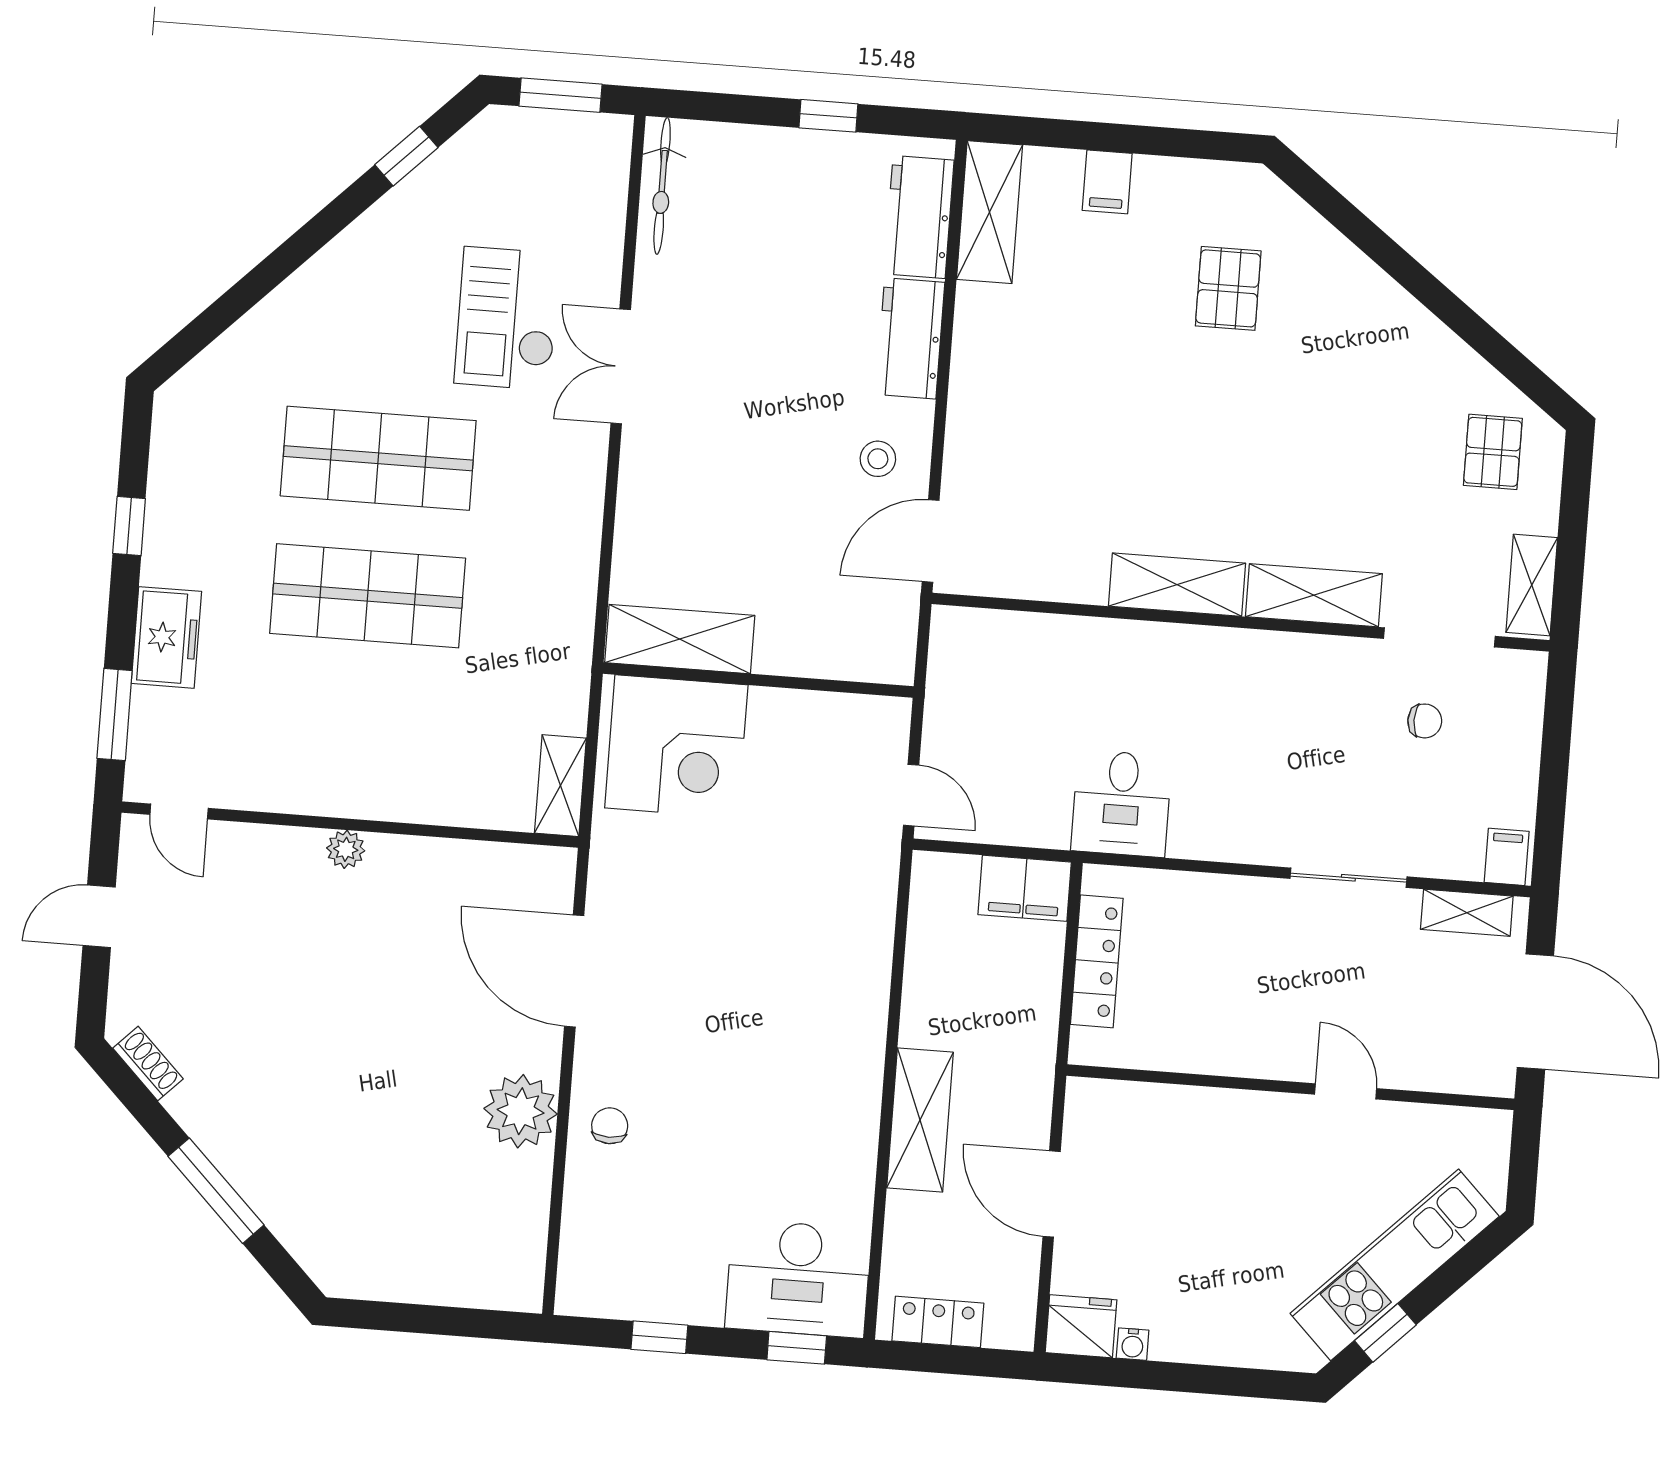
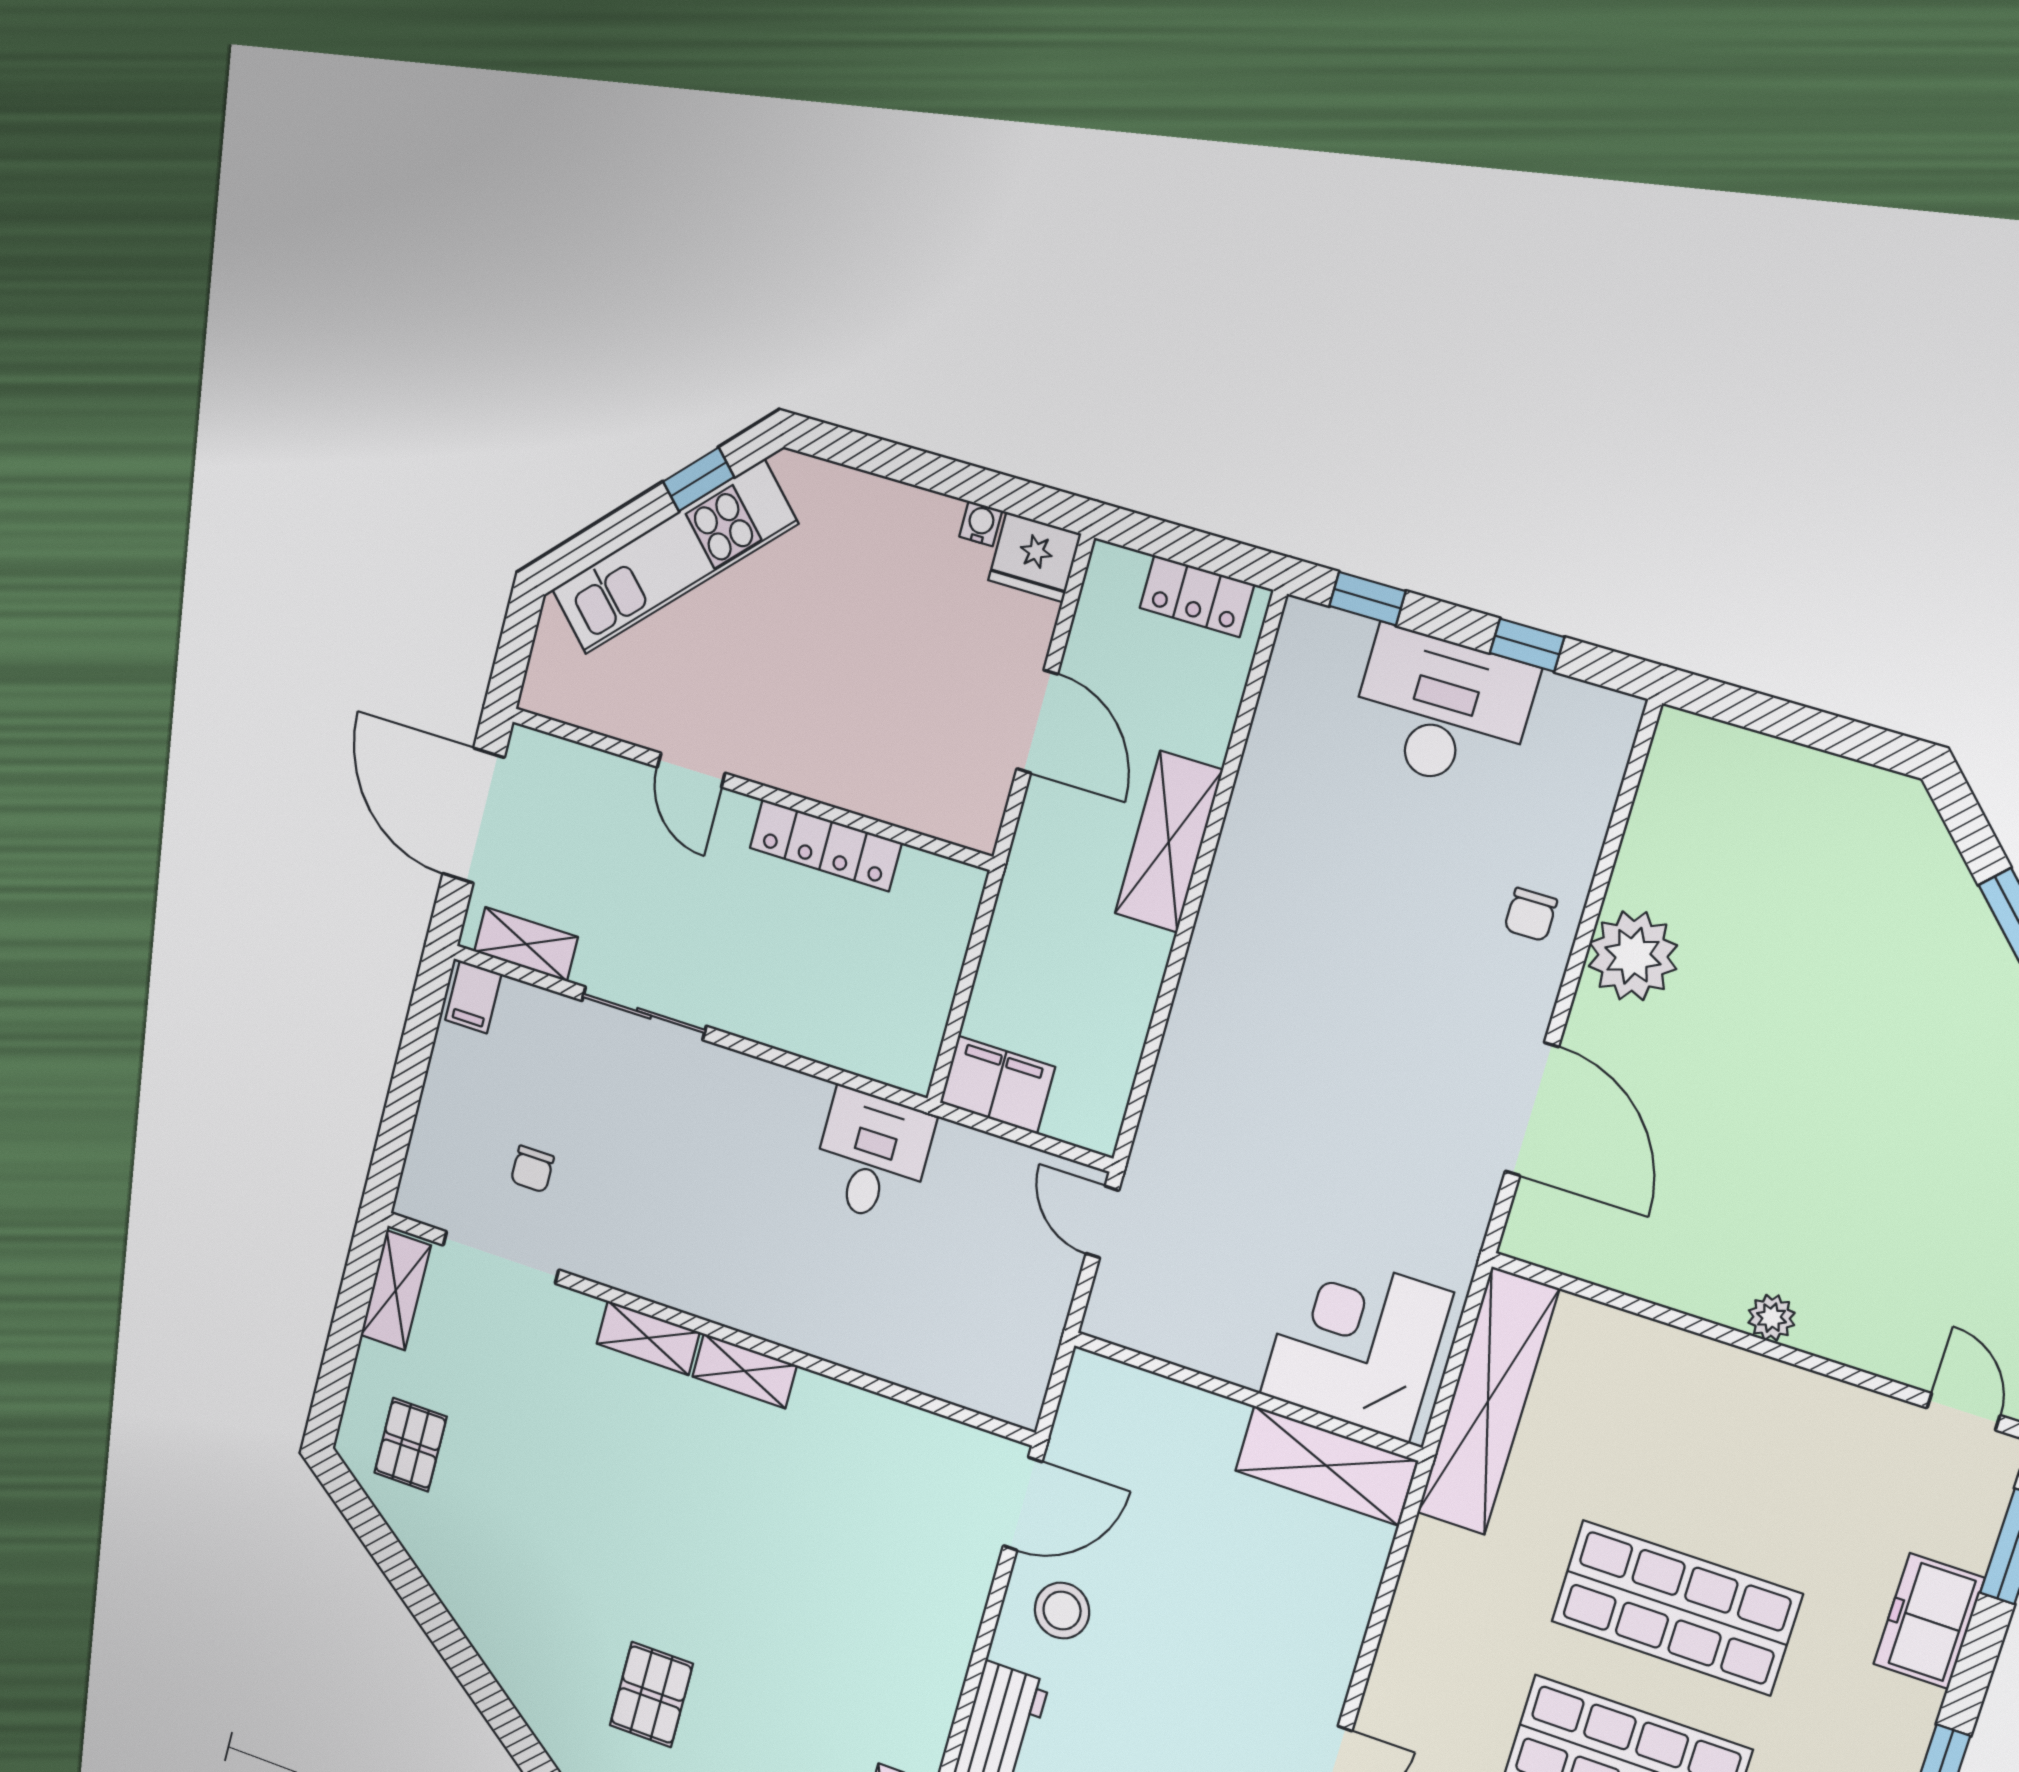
stool: (878, 459) -> (1062, 1611), width x1.37, depth x1.37
shelving: (1177, 585) -> (745, 1371), width x0.67, depth x0.75
shelving: (1314, 595) -> (648, 1338), width x0.67, depth x0.75
chair: (1425, 721) -> (532, 1169), turned -90
shelving: (560, 786) -> (1488, 1401), width x2.20, depth x1.33
locker: (1097, 961) -> (826, 845), moved, turned -90
desk: (798, 1279) -> (1442, 710), moved

